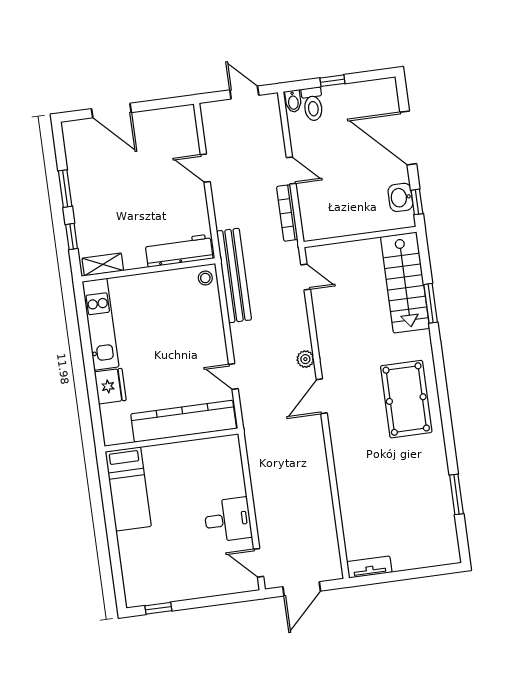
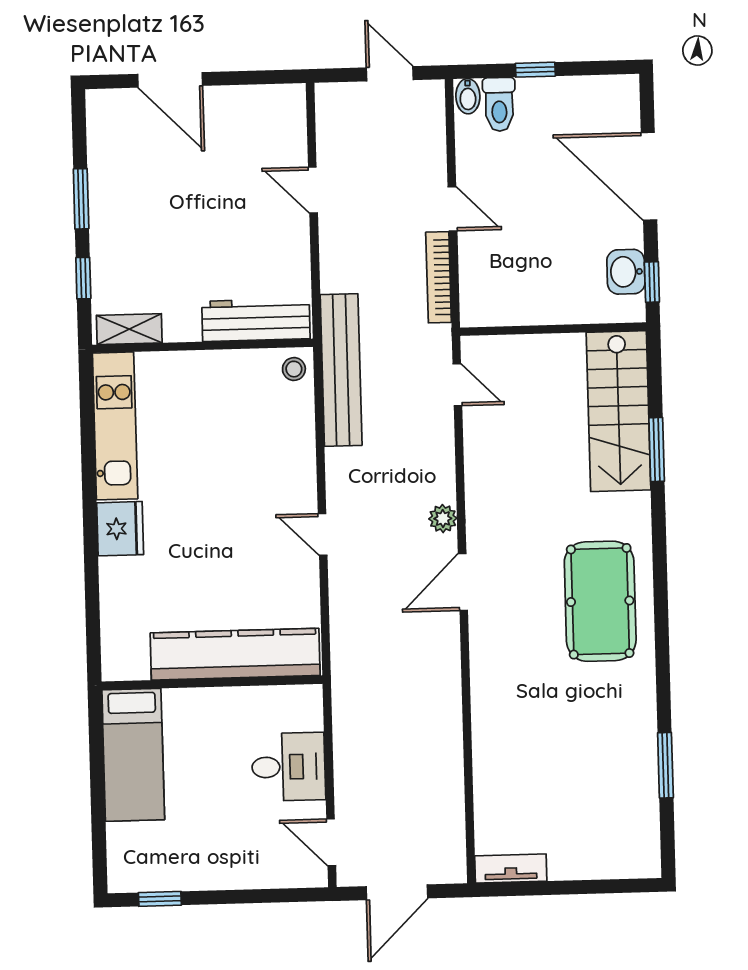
kitchen counter: (184, 421) -> (235, 654), moved
wall: (171, 440) -> (212, 683), moved
bed: (128, 489) -> (133, 755), moved

